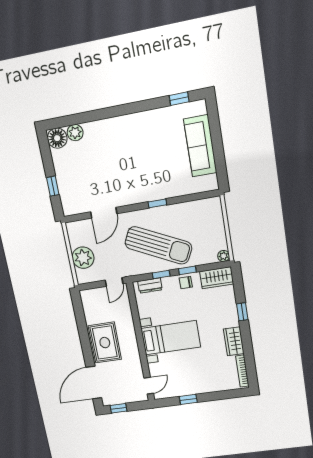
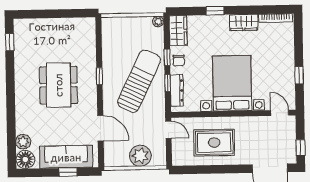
sofa: (200, 146) -> (66, 157), moved, turned 180
dining table: (141, 161) -> (58, 85), added
dresser: (150, 286) -> (177, 91), width x1.44
bed with nightstands: (171, 338) -> (232, 83), width x1.36
rug: (105, 343) -> (214, 143), moved

